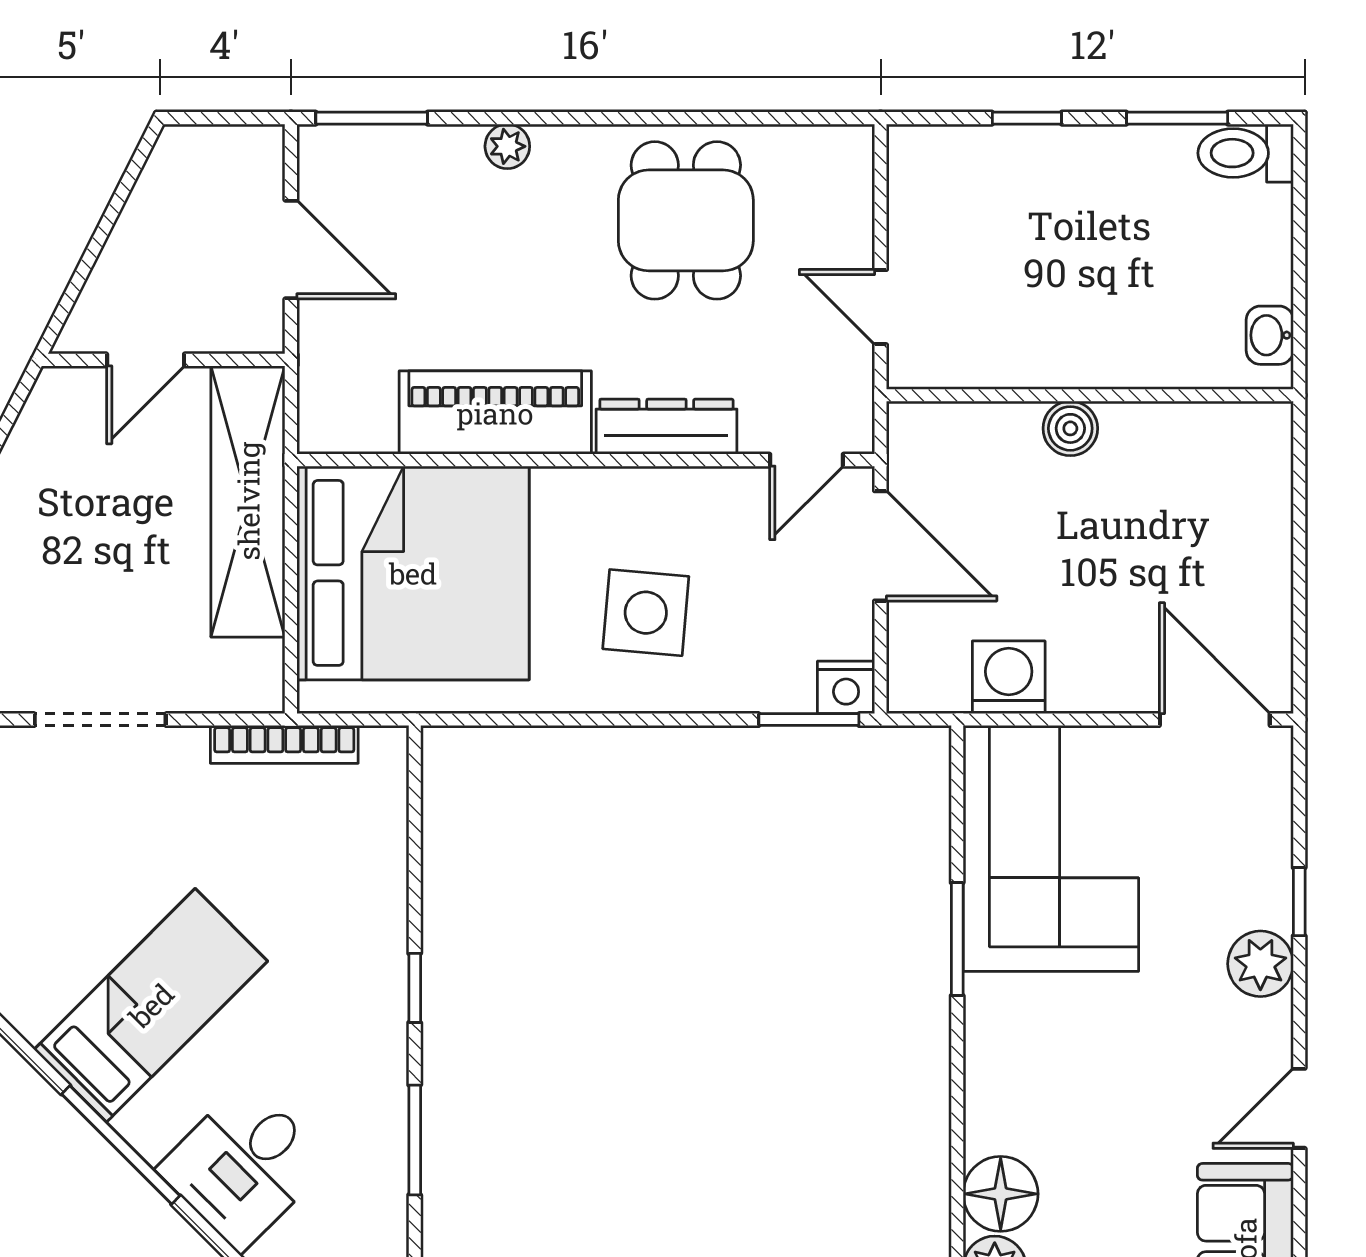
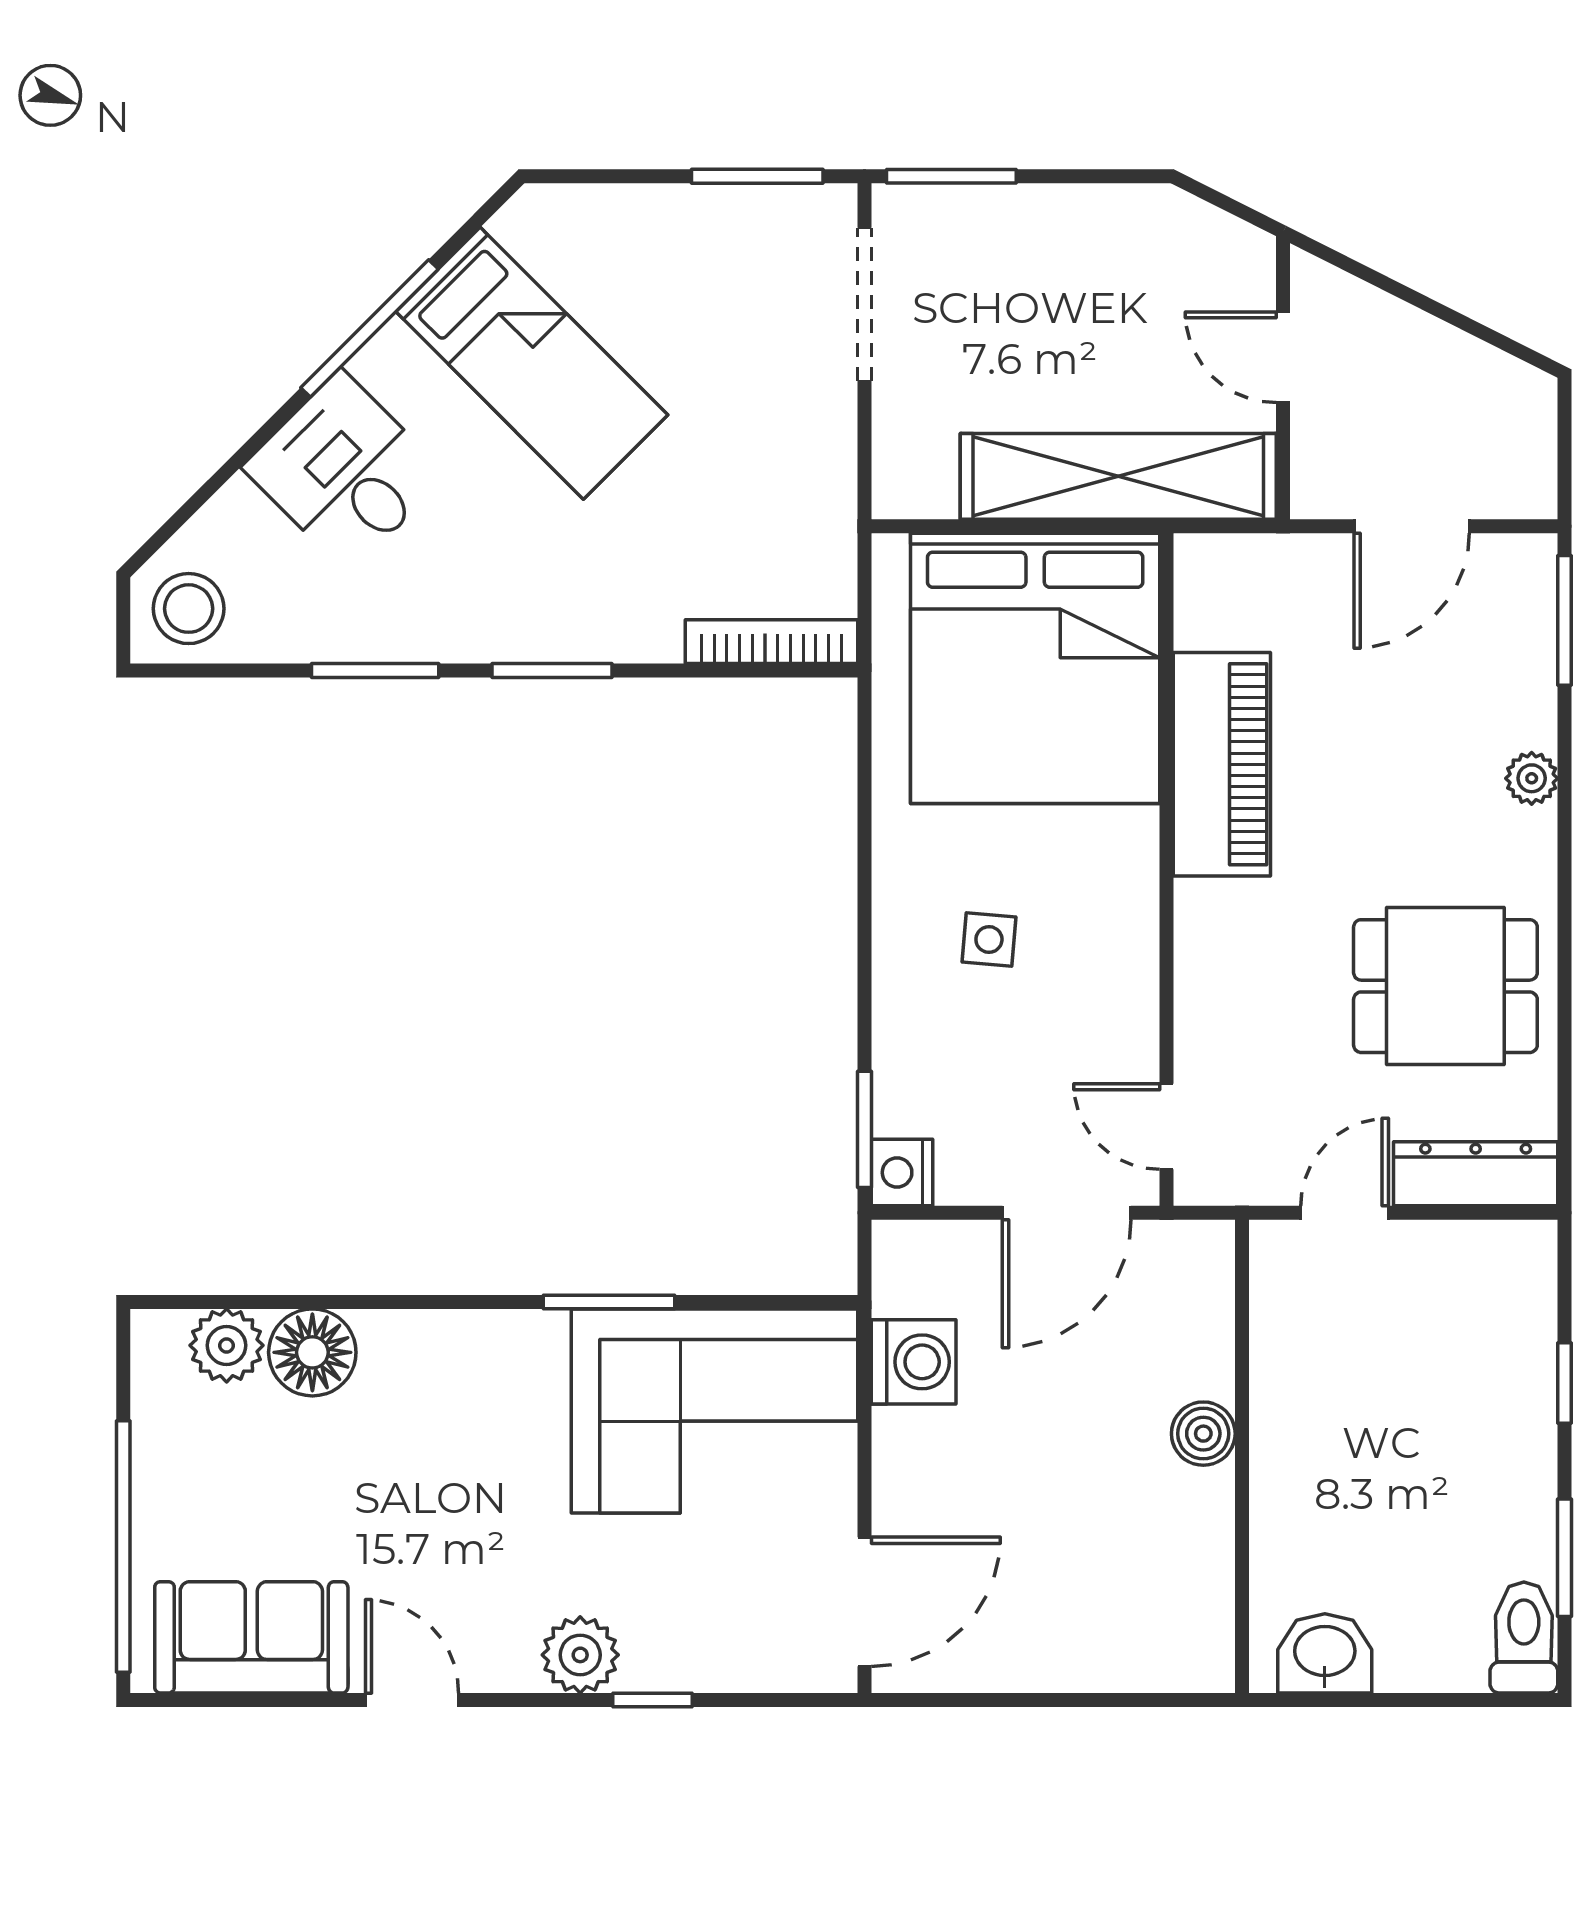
washbasin: (1270, 335) -> (1325, 1653), width x1.38, depth x1.45
dresser: (666, 427) -> (1476, 1174), moved, turned -90
side table: (646, 613) -> (989, 939), width x0.54, depth x0.54
bookcase: (284, 744) -> (771, 642), moved, turned 90
window: (415, 988) -> (552, 670), width x1.50

